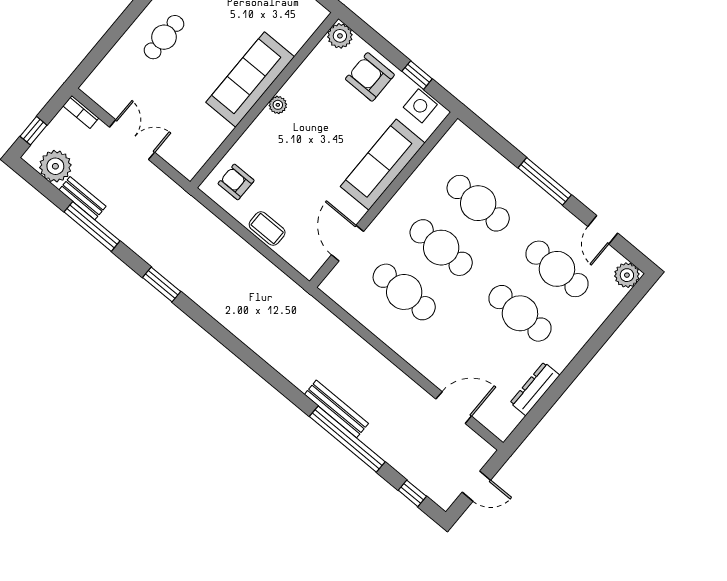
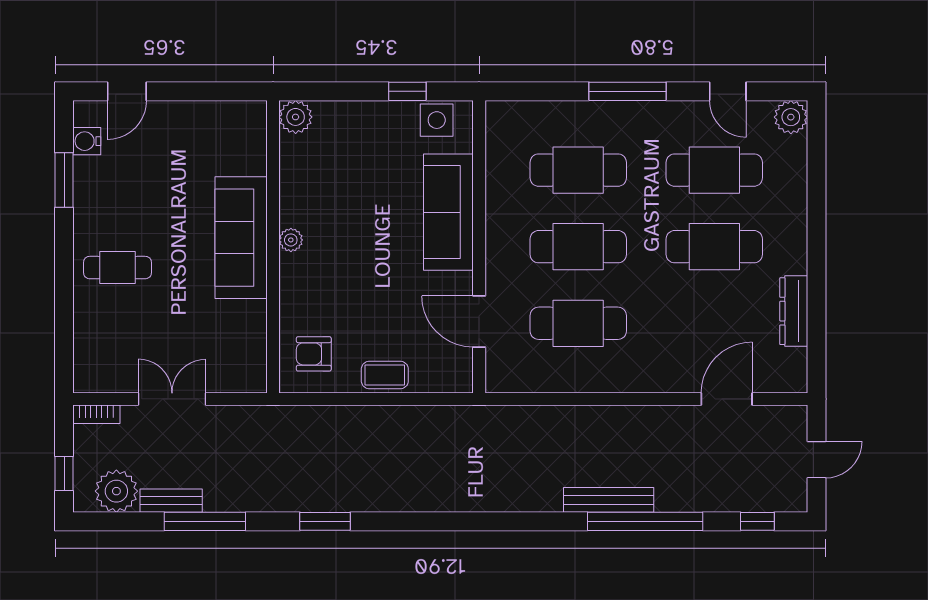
cafe table: (164, 37) -> (117, 268), turned 90
armchair: (370, 77) -> (361, 133), removed

